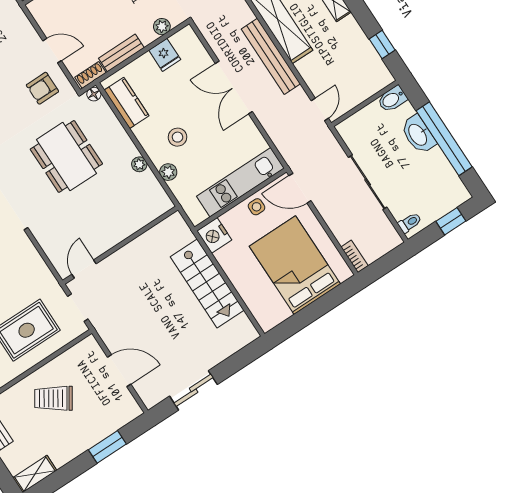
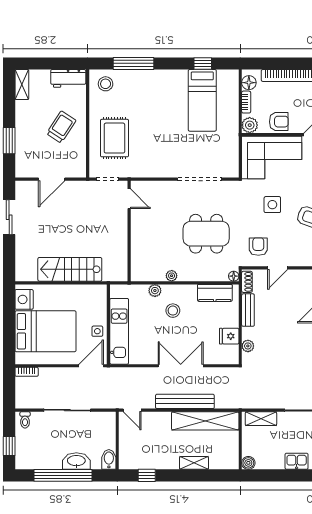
nightstand: (214, 235) -> (24, 299), moved, turned -90

